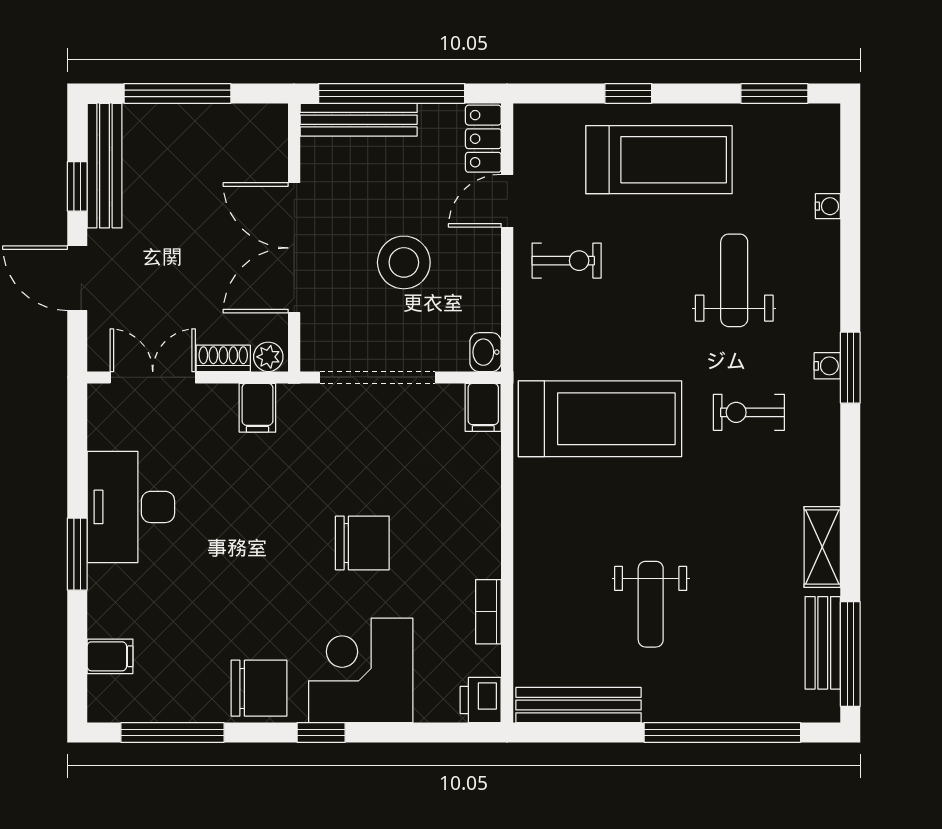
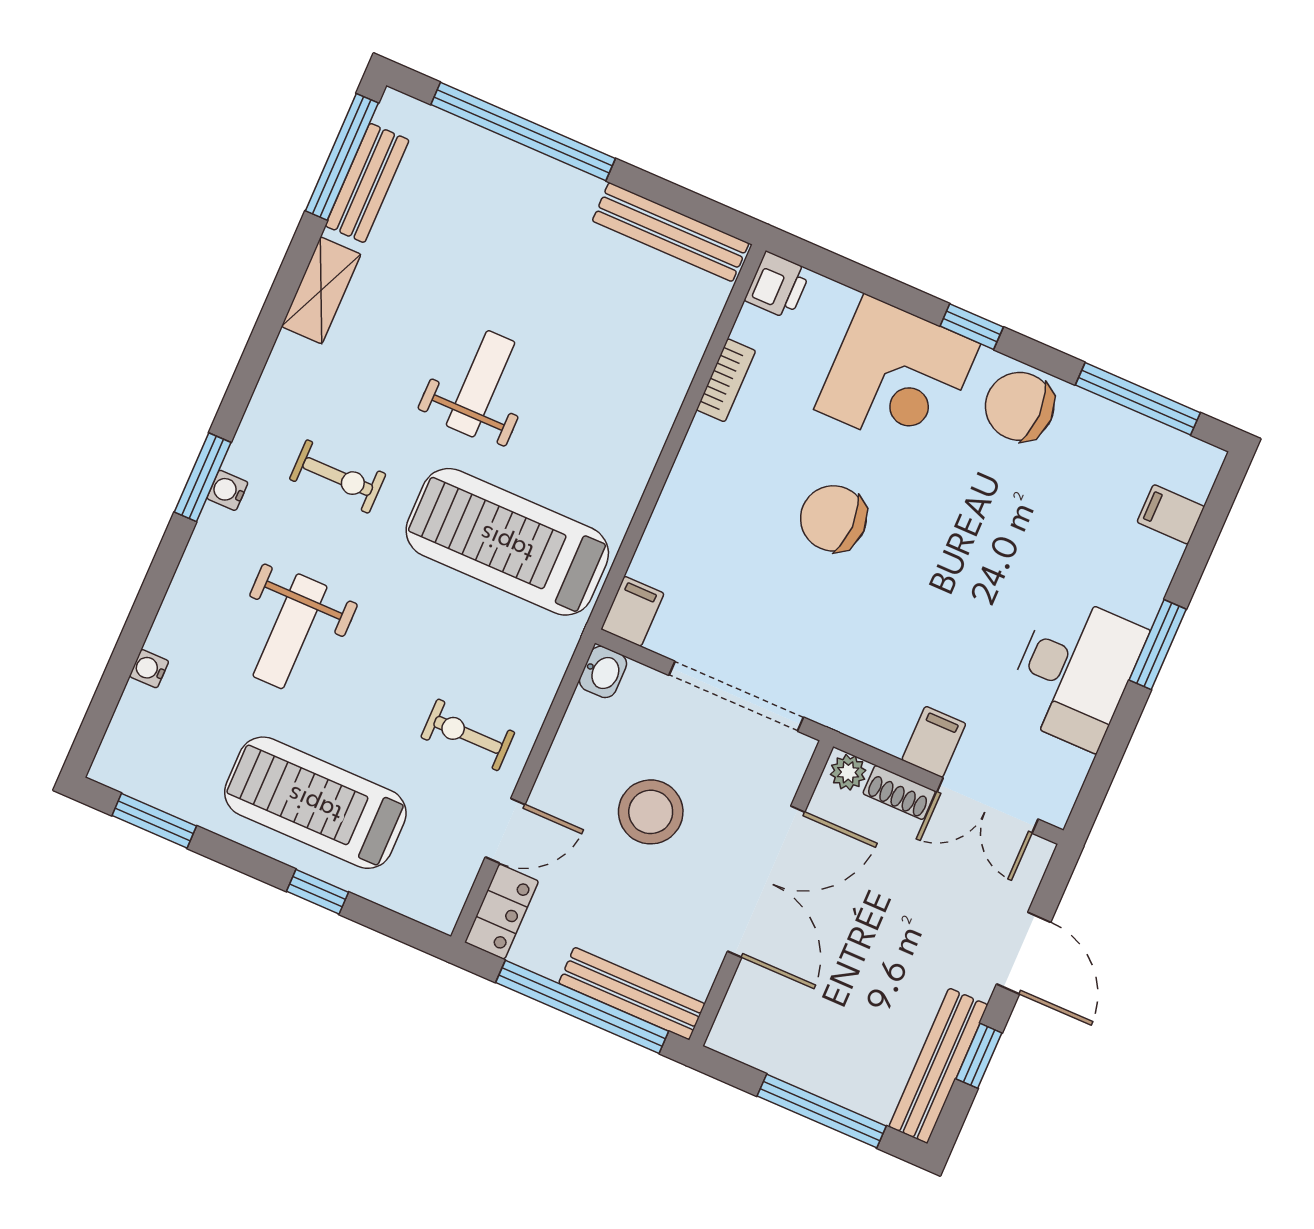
filing cabinet: (257, 408) -> (934, 742), moved
weight bench: (651, 604) -> (481, 384), moved

